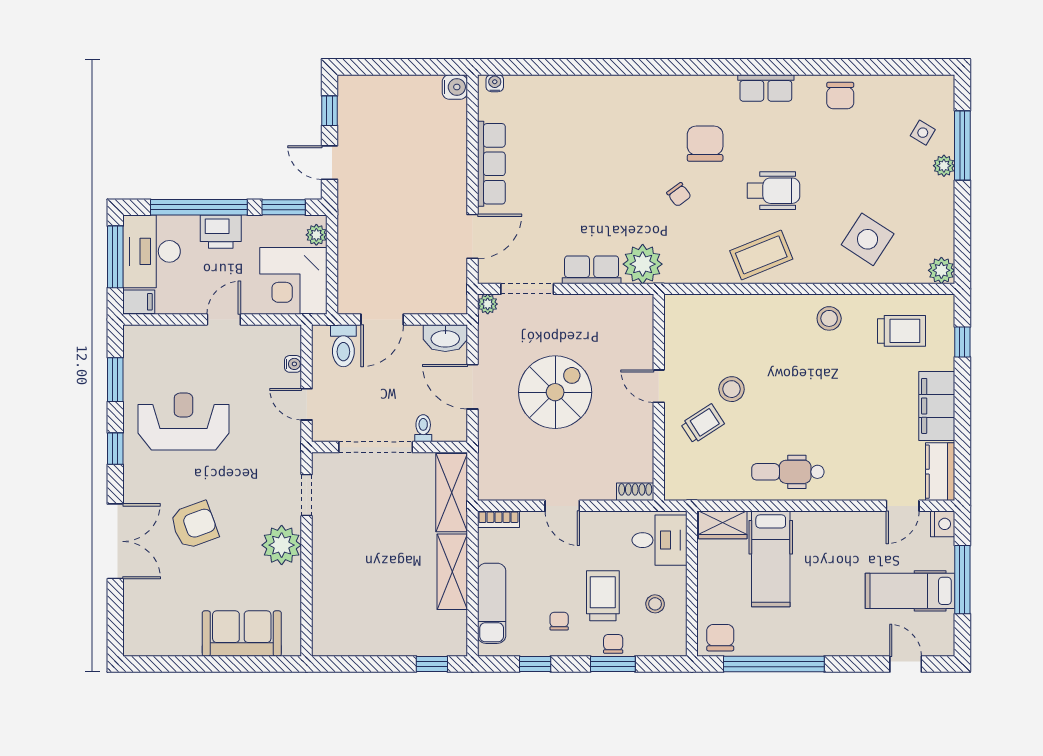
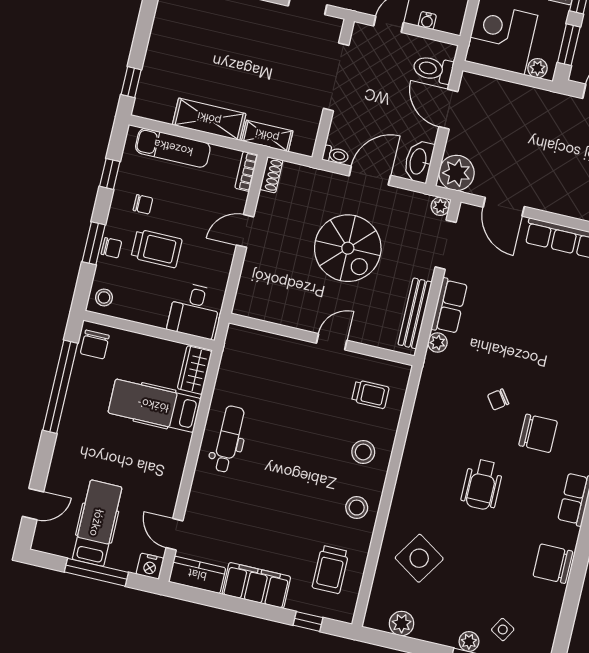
chair: (840, 96) -> (553, 564), width x1.37, depth x1.37
coffee table: (761, 255) -> (427, 460), removed
plant: (643, 264) -> (437, 343), width x0.53, depth x0.53
plant: (941, 270) -> (402, 623), moved
plant: (448, 295) -> (456, 173), added
bench: (608, 304) -> (415, 313), added
stool: (732, 389) -> (363, 452), moved
trolley: (703, 424) -> (370, 394), moved, turned -57
toilet: (423, 428) -> (336, 155), moved
shoe rack: (635, 492) -> (271, 175), moved
shelving: (452, 493) -> (267, 136), width x0.67, depth x0.75
stool: (655, 604) -> (104, 297), moved
chair: (720, 638) -> (95, 344), turned 90

